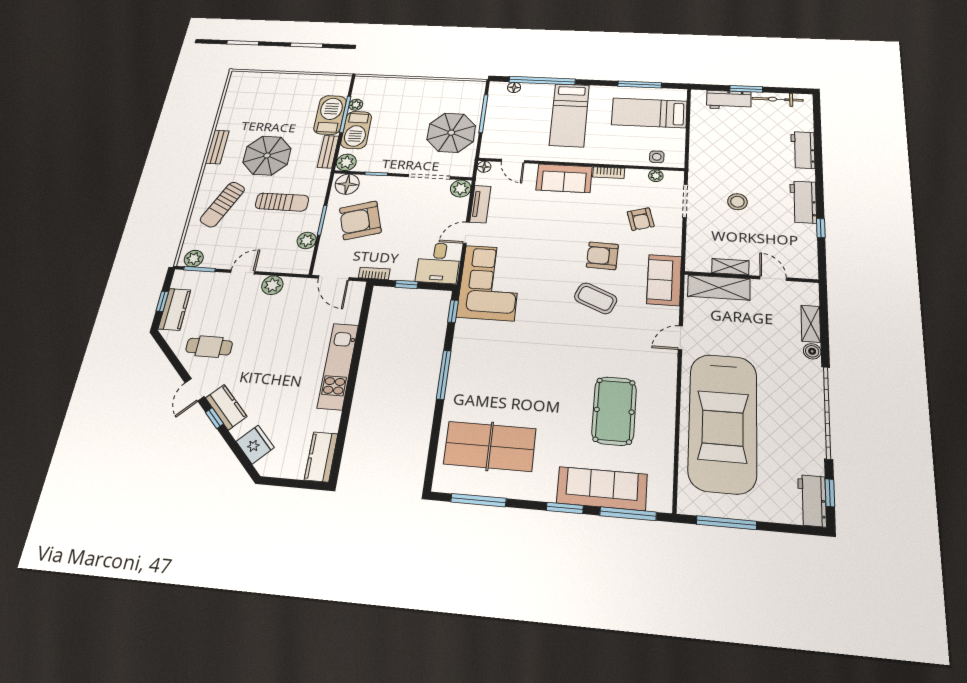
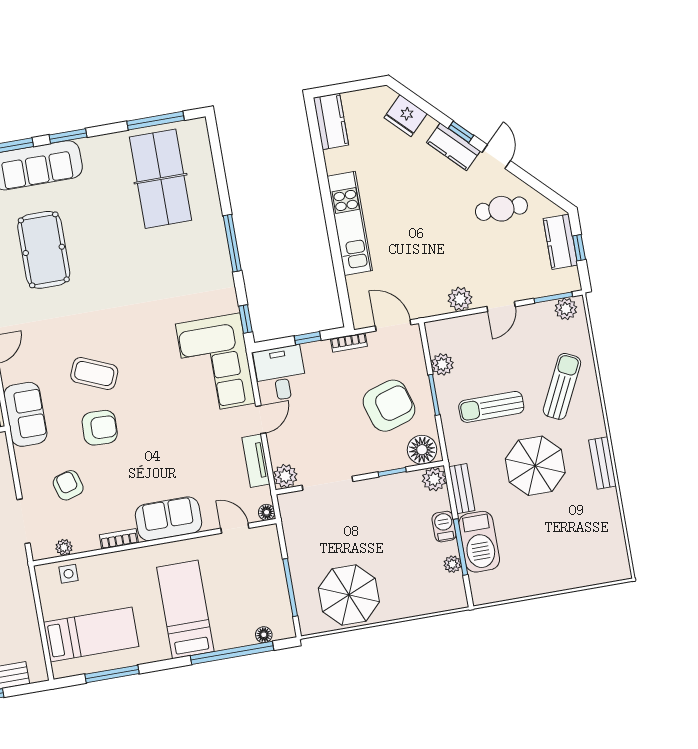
barbecue: (356, 130) -> (444, 527), width x0.53, depth x0.65
parasol: (451, 133) -> (349, 595), moved
table tennis table: (490, 446) -> (161, 179), turned 90

